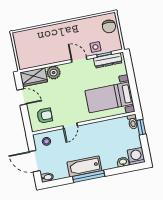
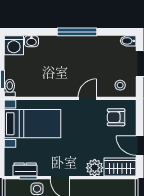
dresser: (108, 60) -> (25, 169), width x0.70
bathtub: (84, 166) -> (80, 45), removed

